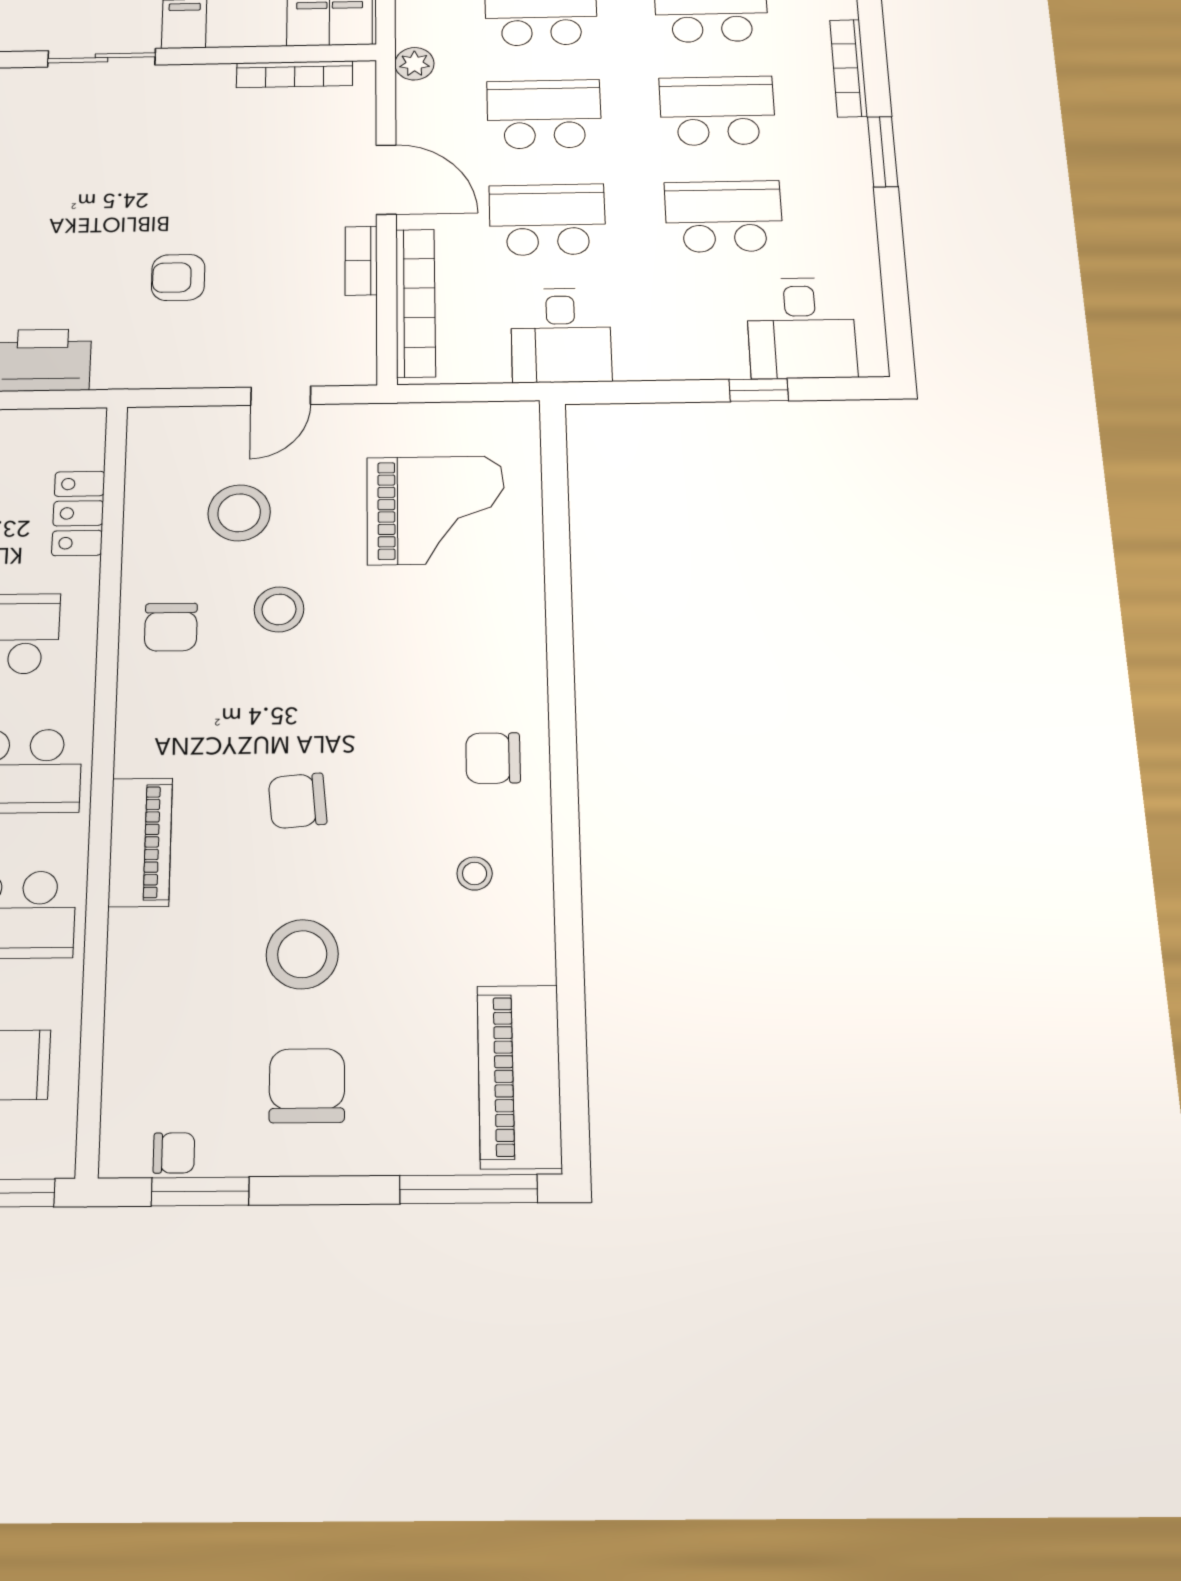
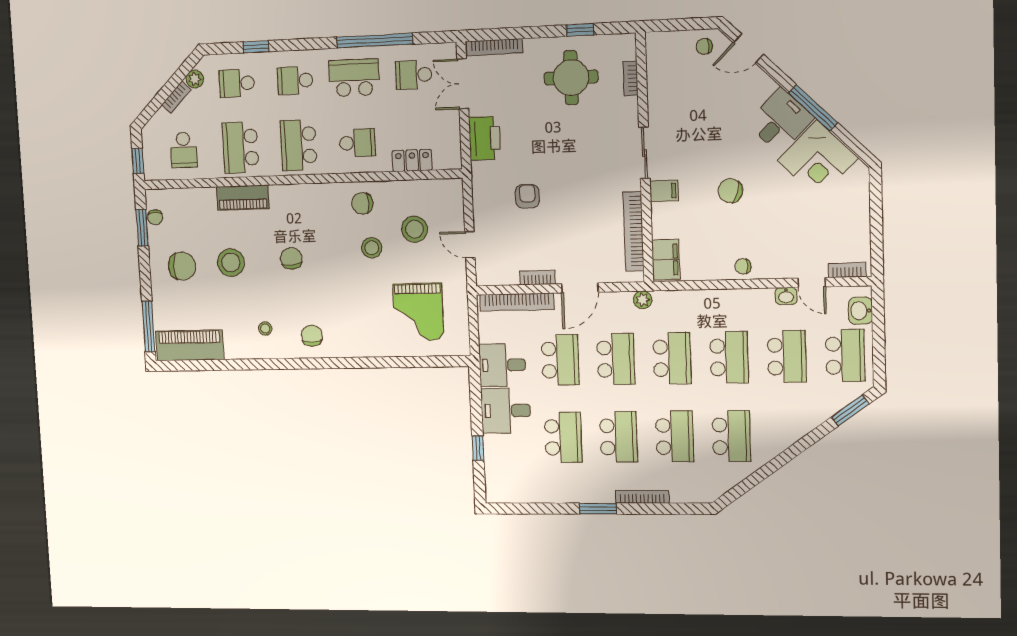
bookcase: (295, 74) -> (634, 231), width x1.48, depth x1.31
desk: (801, 328) -> (506, 411), moved
piano: (140, 842) -> (243, 198), moved

